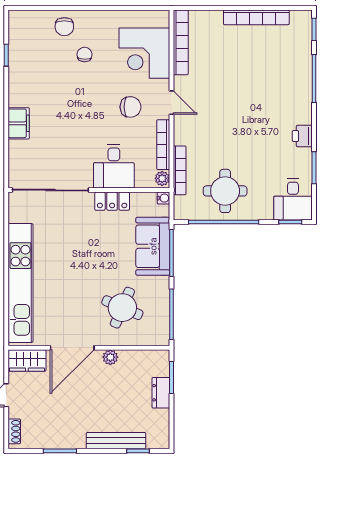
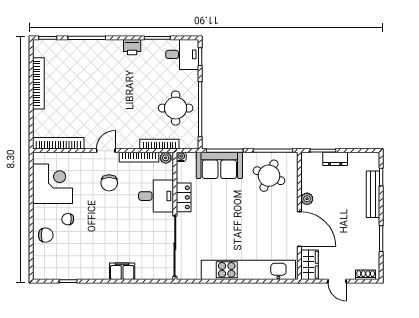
corner desk: (144, 53) -> (52, 184), moved, turned -90
chair: (130, 107) -> (109, 183), turned 180
round table: (122, 308) -> (269, 176), moved

